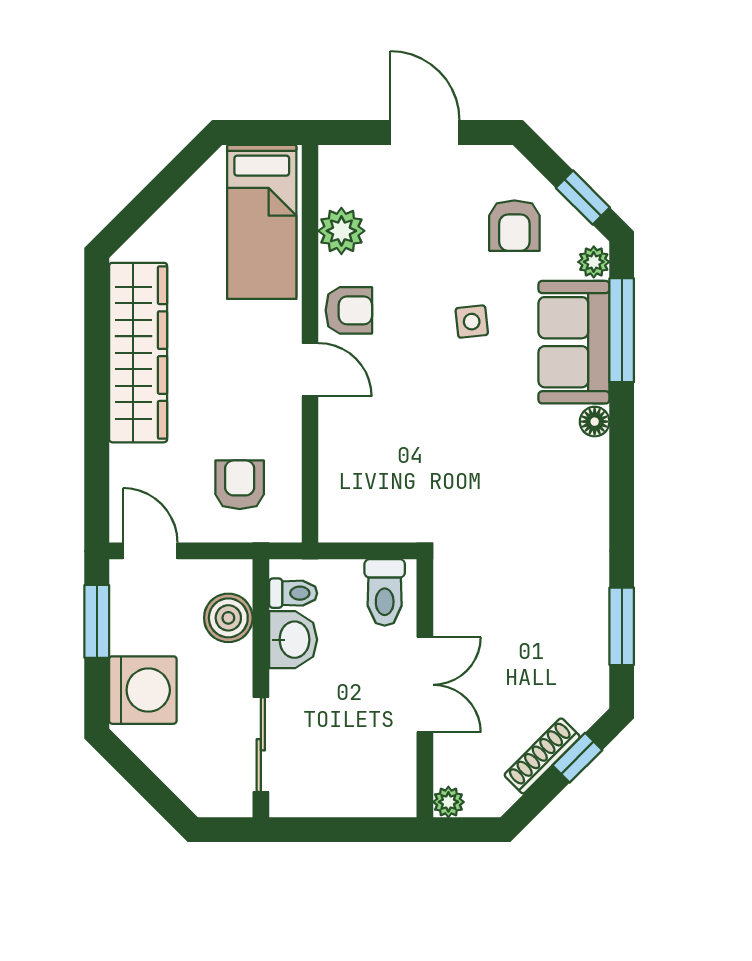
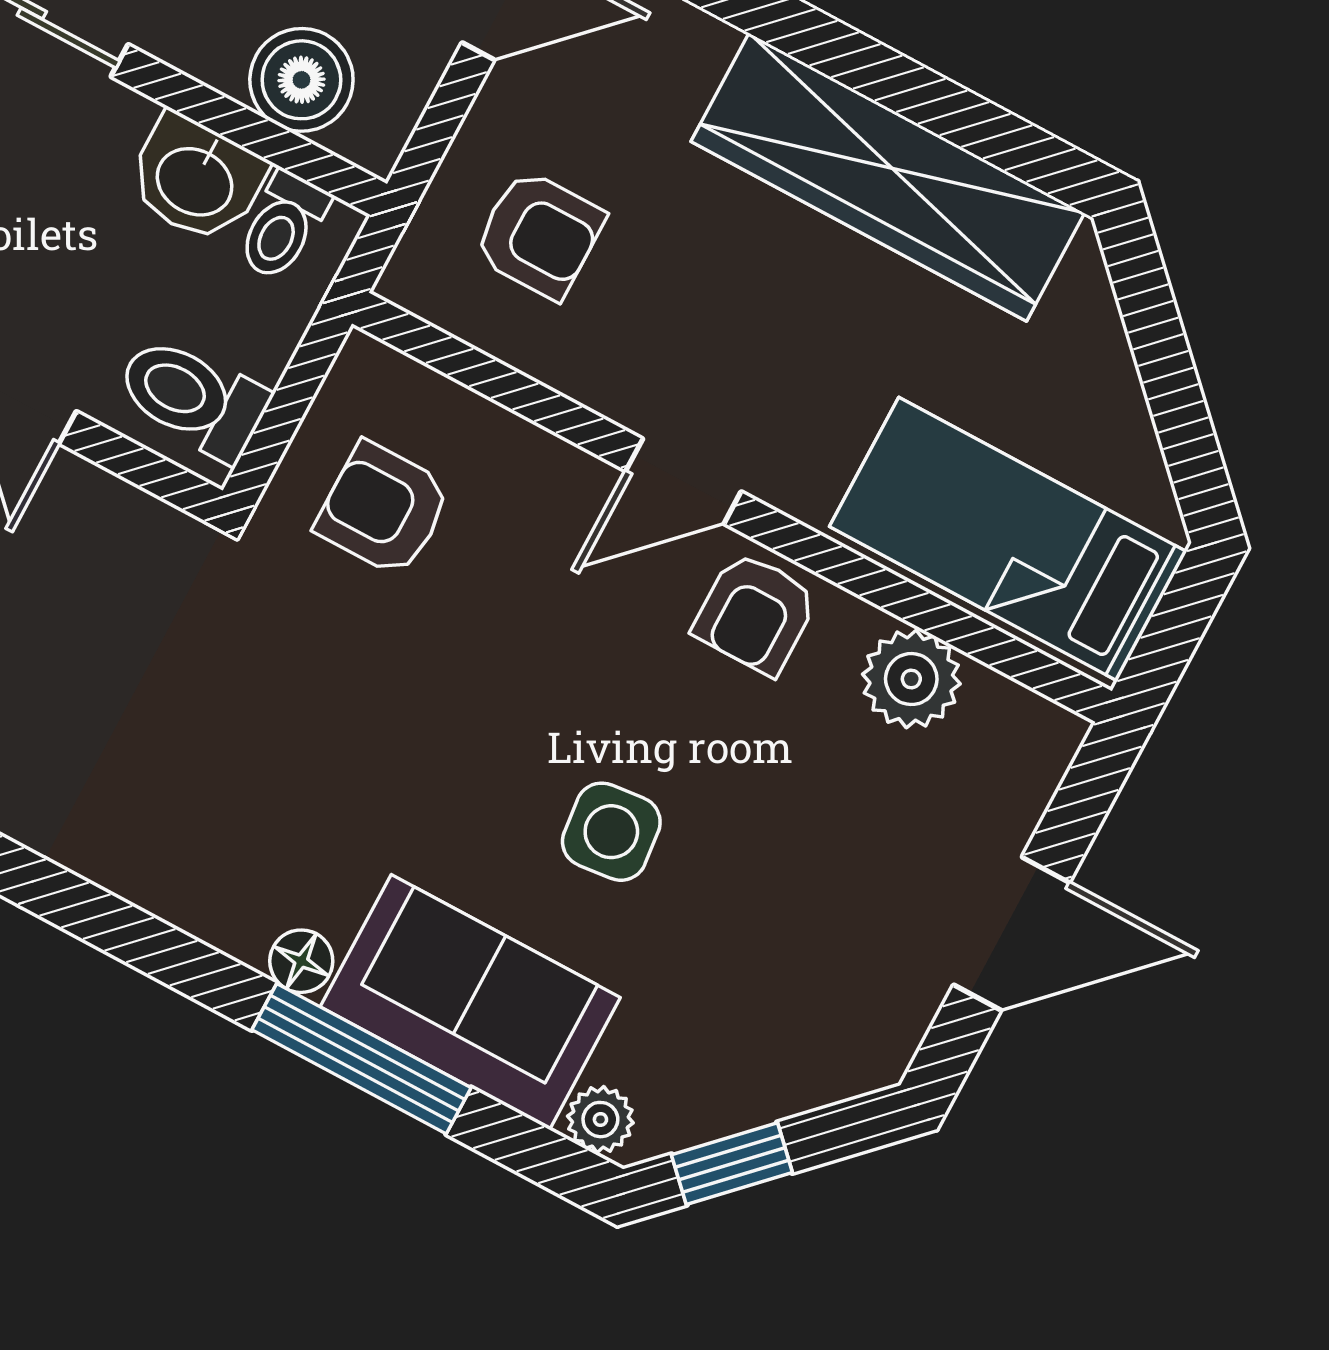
armchair: (514, 226) -> (383, 509), moved
side table: (472, 322) -> (611, 832), width x1.37, depth x1.37
window: (622, 330) -> (362, 1059), moved

